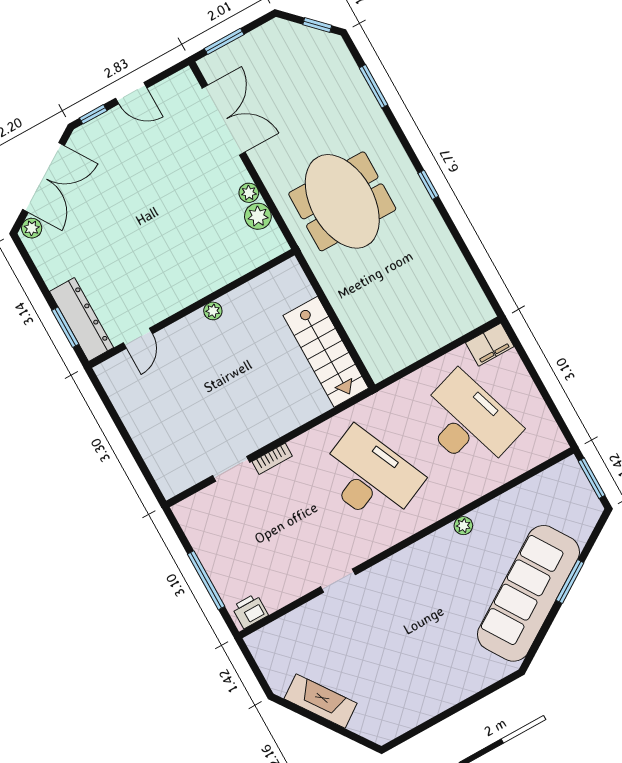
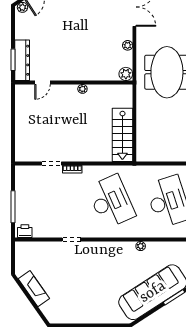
plant: (258, 216) -> (126, 74), moved

